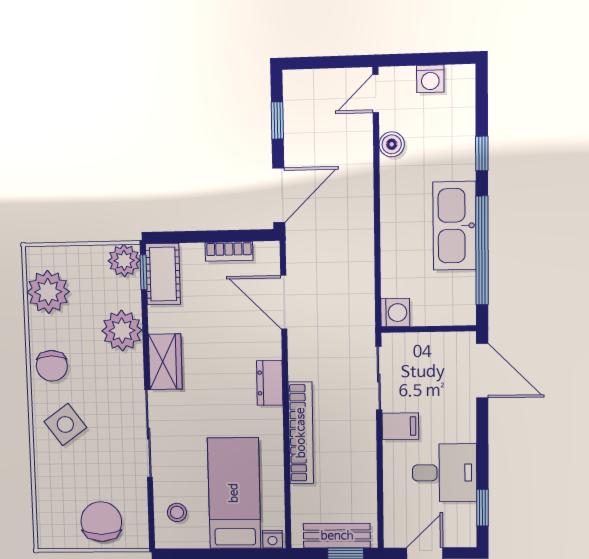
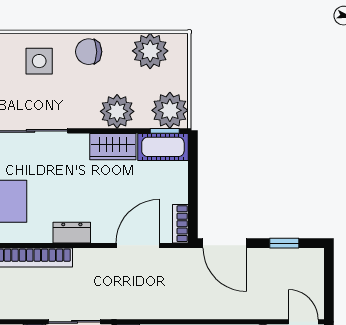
bookcase: (229, 251) -> (180, 224), moved
plant: (124, 261) -> (170, 110), width x1.36, depth x1.36
wardrobe: (165, 362) -> (113, 147), moved
side table: (65, 424) -> (39, 61), turned 36

